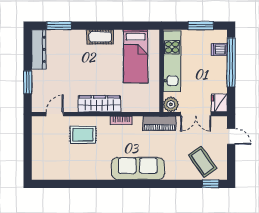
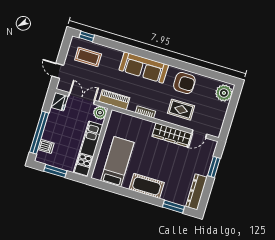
cot: (100, 37) -> (147, 186), width x1.37, depth x1.34
wardrobe: (99, 104) -> (172, 135), moved
coffee table: (203, 162) -> (88, 57), turned -55
armchair: (88, 165) -> (184, 83), added
plant: (41, 167) -> (224, 93), added

